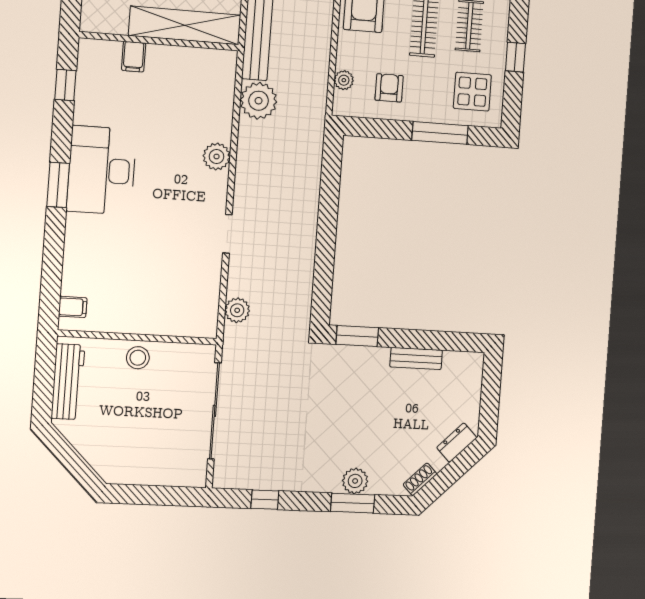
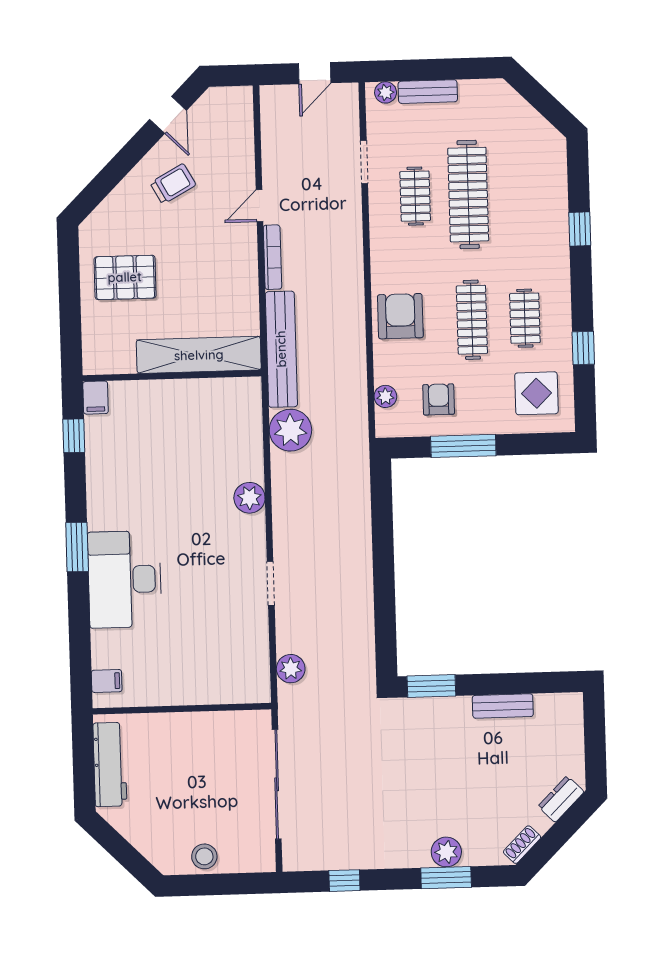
filing cabinet: (134, 57) -> (96, 398), moved
window: (440, 133) -> (463, 446), moved
desk: (102, 170) -> (125, 579), moved
stool: (138, 358) -> (204, 856), moved

